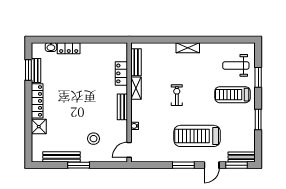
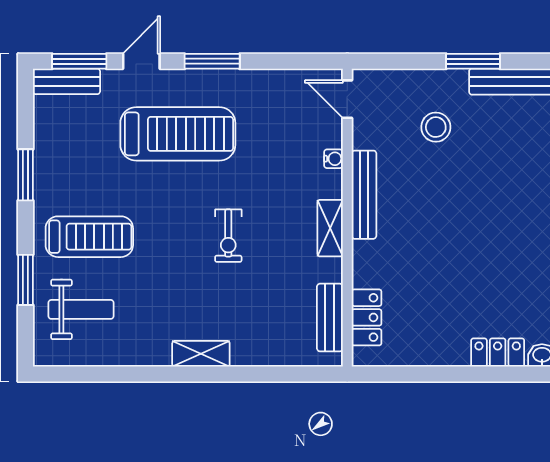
locker: (121, 73) -> (367, 317), moved
shelving: (136, 88) -> (330, 228), moved
bench: (122, 107) -> (364, 195), width x1.36
door: (129, 150) -> (347, 99), swing flipped

